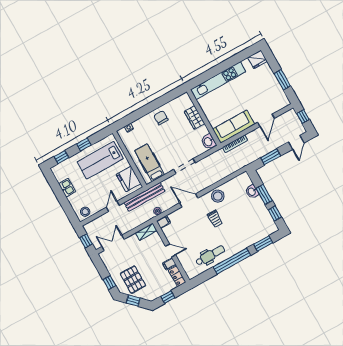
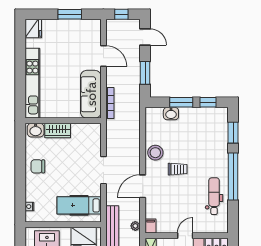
washbasin: (208, 142) -> (36, 130), moved

